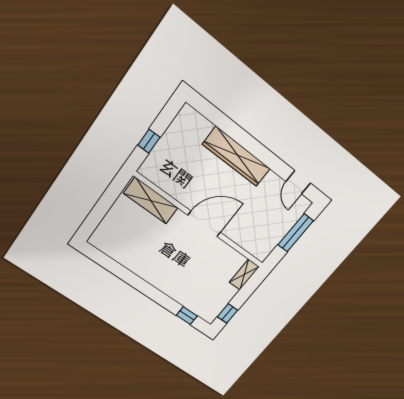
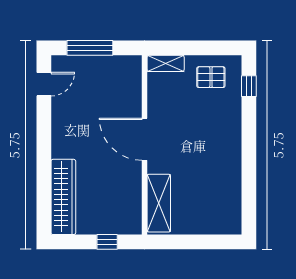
wardrobe: (236, 157) -> (63, 197), moved
pallet: (212, 296) -> (211, 77), added
window: (228, 313) -> (217, 48), removed

